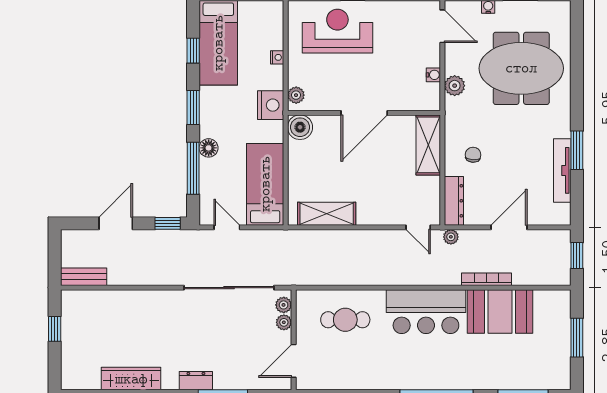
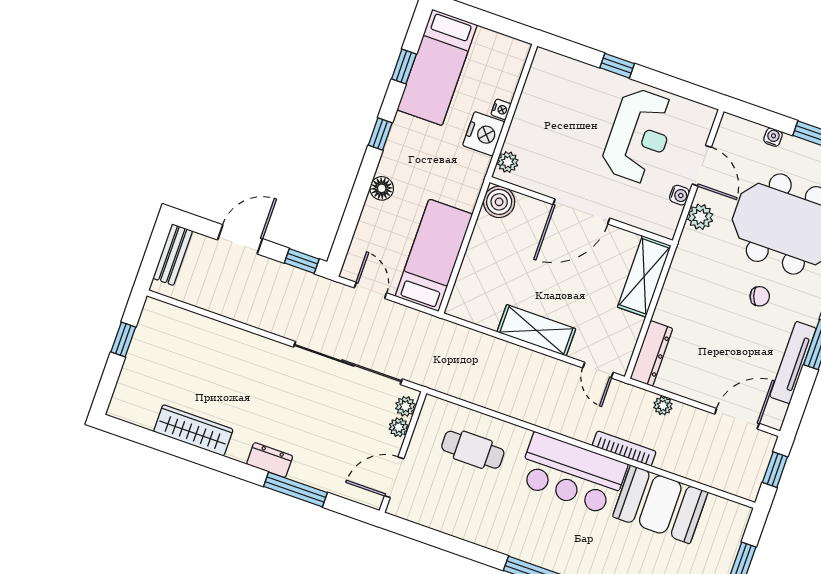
door: (442, 26) -> (702, 166), moved
reception desk: (337, 31) -> (639, 136), moved, turned 90
nightstand: (271, 105) -> (484, 134), moved
window: (193, 108) -> (380, 134), width x0.67
chair: (473, 155) -> (760, 296), moved, turned 67
window: (193, 168) -> (355, 206), removed
shelving: (327, 214) -> (536, 330), moved
door: (509, 227) -> (737, 419), moved
plant: (451, 237) -> (663, 406), moved
bench: (84, 277) -> (173, 255), moved, turned 90
bookcase: (487, 279) -> (624, 449), moved

